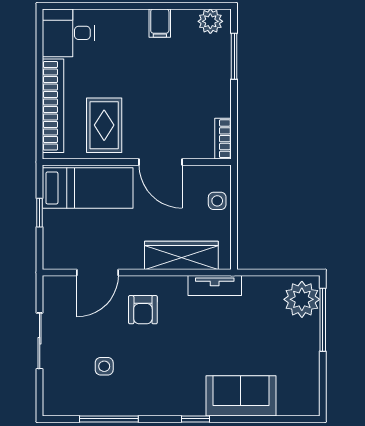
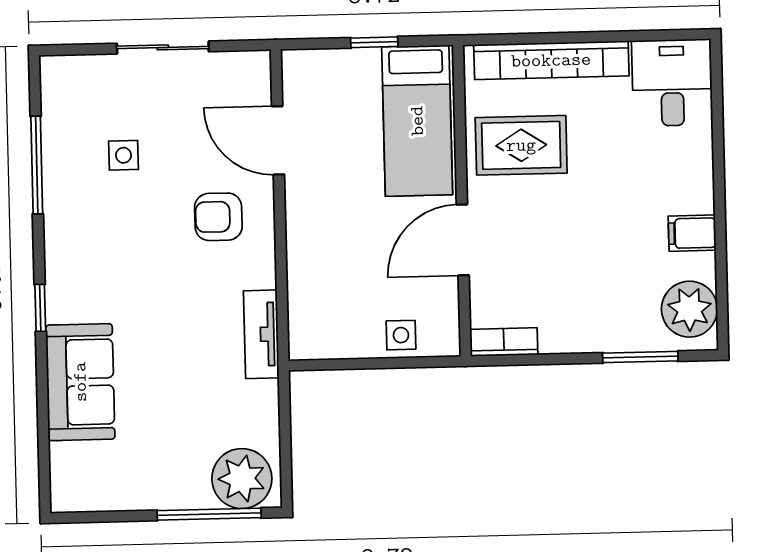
plant: (210, 21) -> (689, 309), width x1.36, depth x1.36
wardrobe: (181, 255) -> (310, 278), removed

